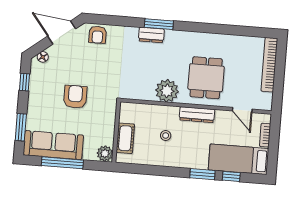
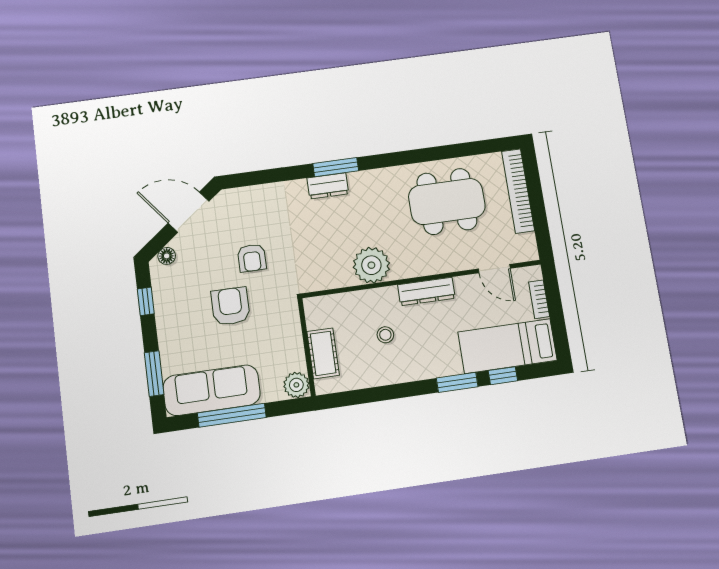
armchair: (98, 35) -> (252, 258), moved
dining table: (206, 78) -> (447, 201), moved, width x1.38

